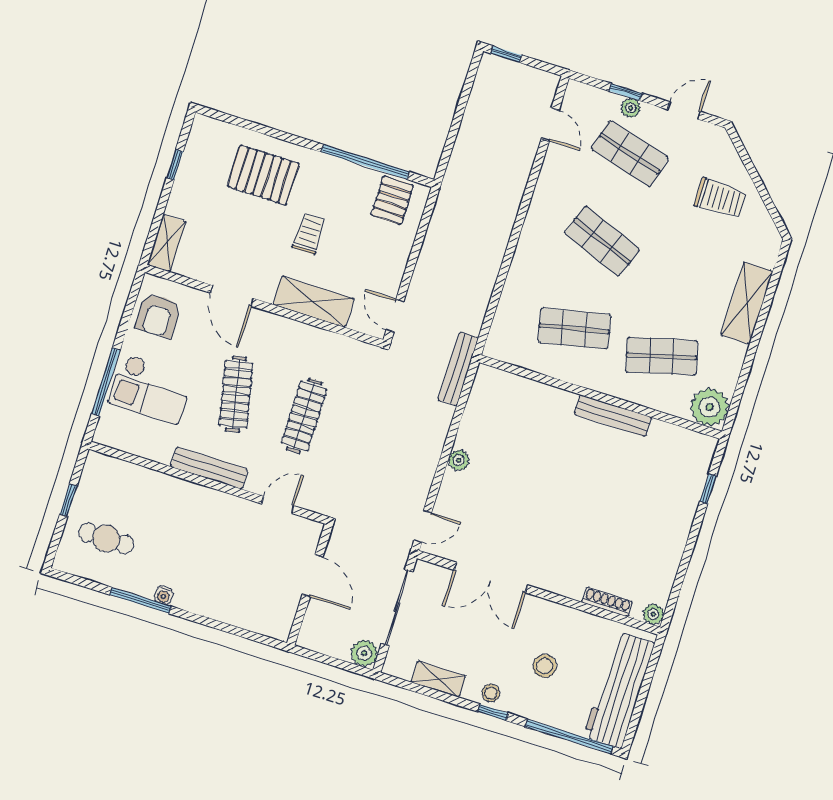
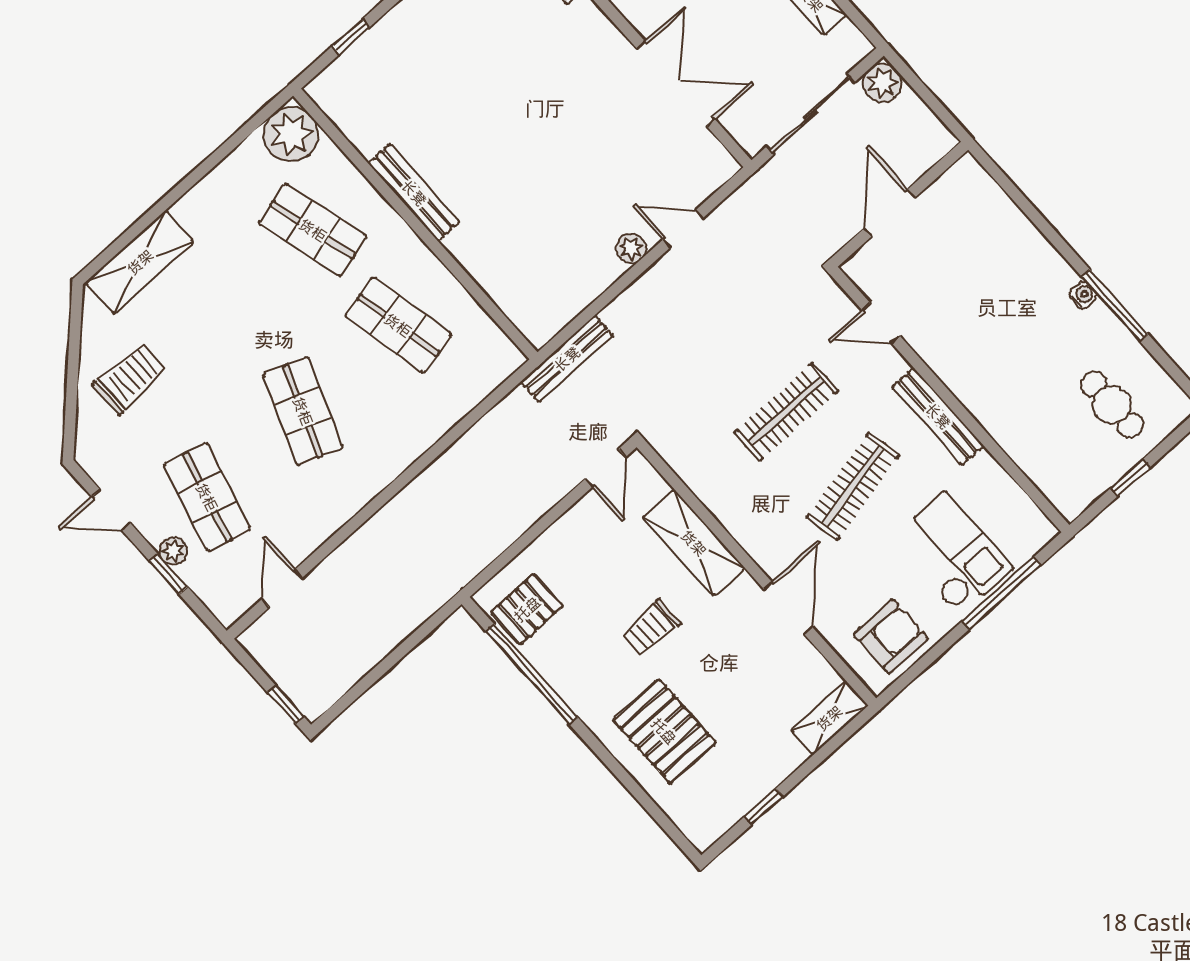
trolley: (720, 198) -> (129, 379), turned 90
shelving: (747, 303) -> (140, 262), moved
door: (423, 526) -> (683, 229), moved

